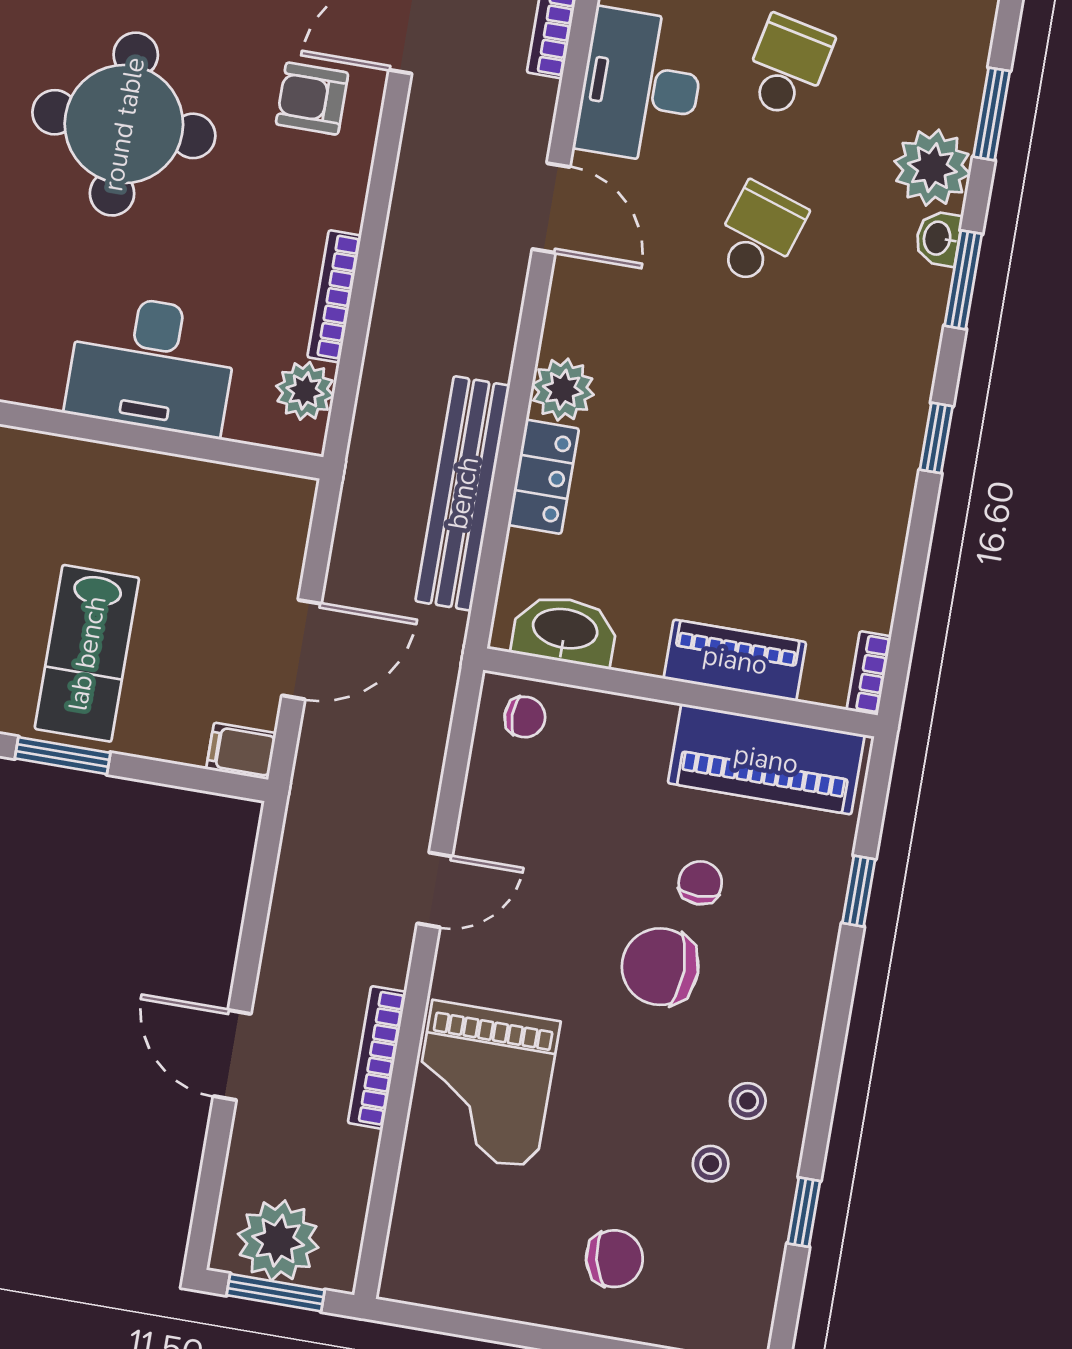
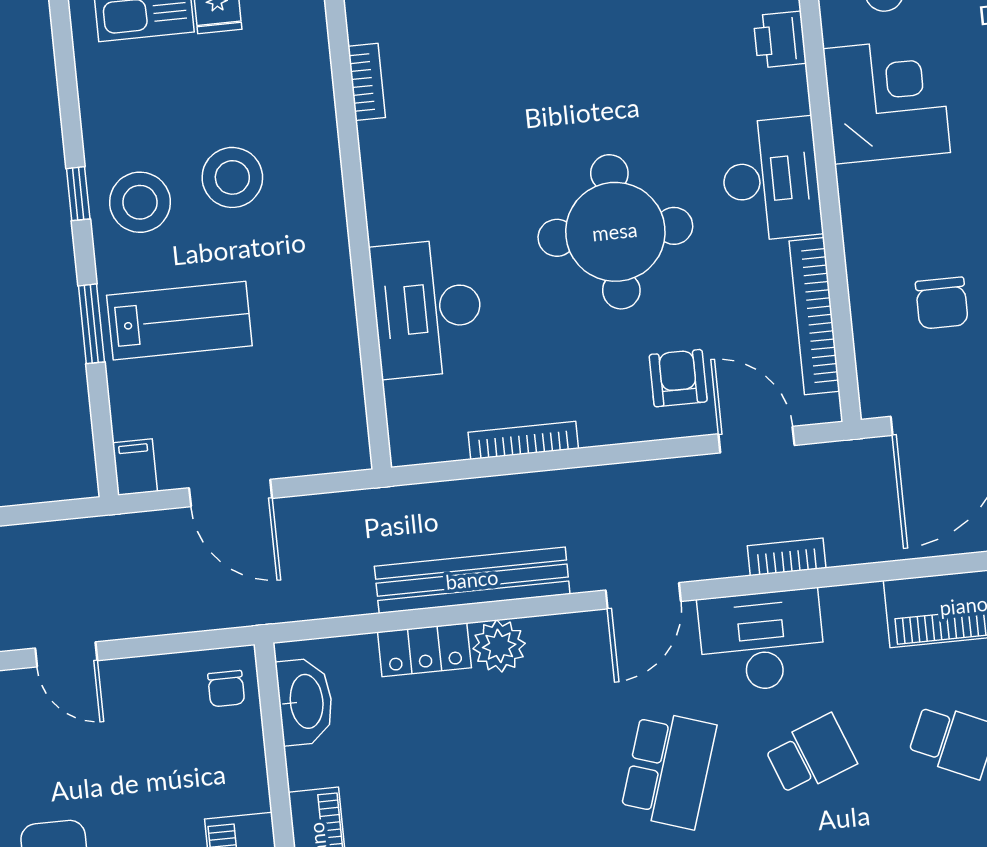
school desk: (787, 67) -> (810, 755), turned -33
school desk: (759, 234) -> (668, 770), width x1.85
plant: (305, 391) -> (440, 438), removed
bench: (463, 493) -> (472, 580), moved
lab bench: (87, 653) -> (179, 321), turned 180

